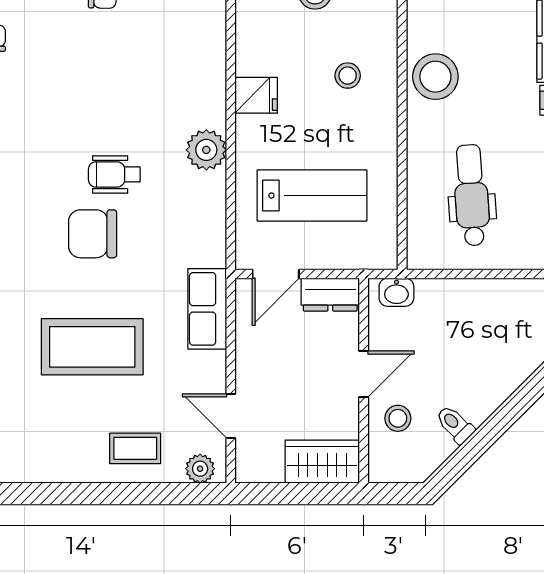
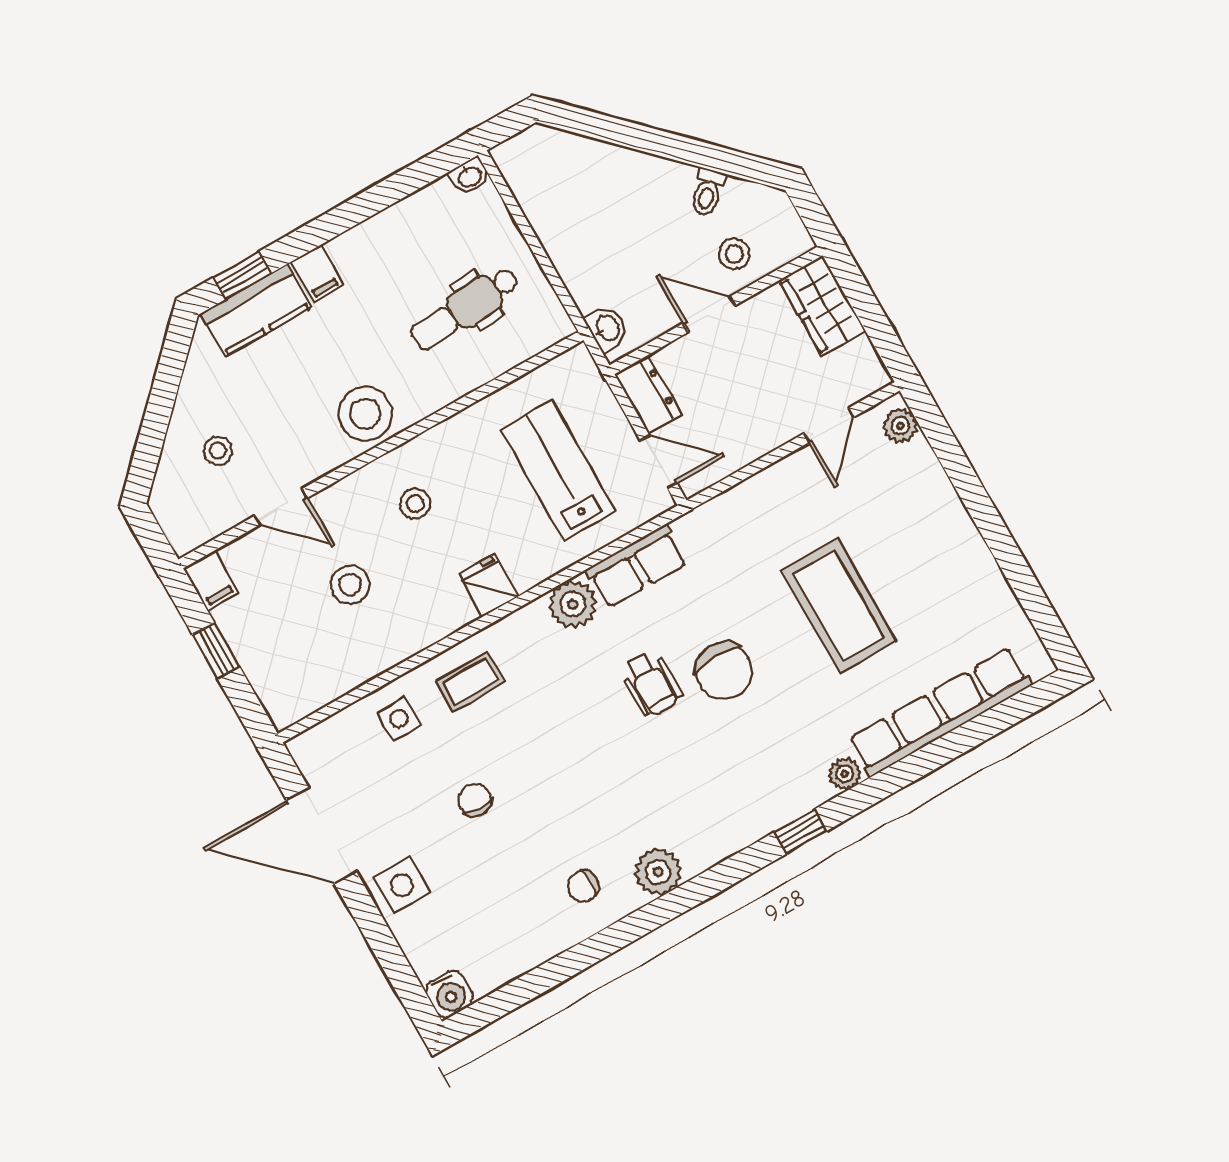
row of seats: (207, 309) -> (636, 567), moved
coffee table: (135, 448) -> (471, 682), moved, turned 90

